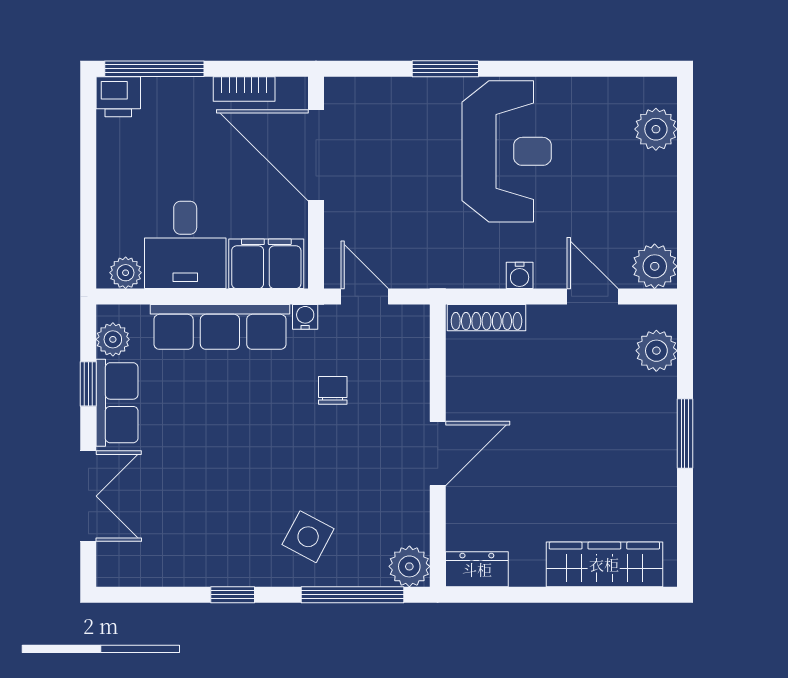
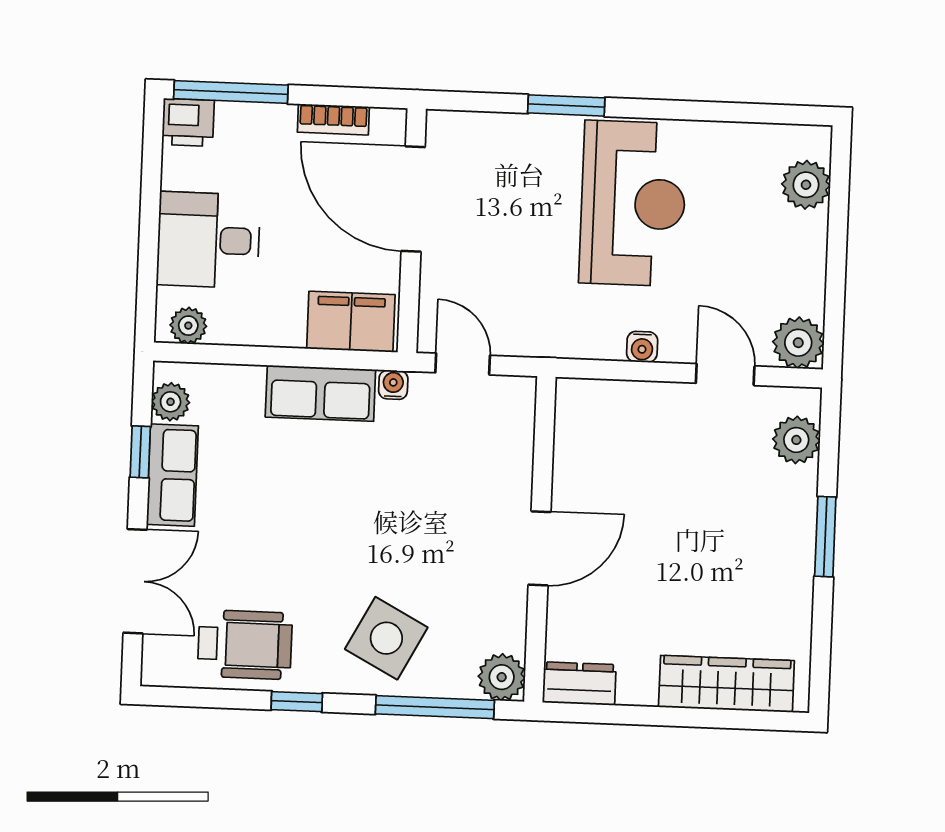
desk: (185, 245) -> (208, 240), moved, turned 90
shoe rack: (487, 318) -> (602, 394), removed
row of seats: (220, 327) -> (320, 393), width x0.68
chair: (333, 390) -> (422, 471), removed
side table: (308, 537) -> (386, 638), width x1.37, depth x1.37
wheelchair: (186, 547) -> (245, 645), added

